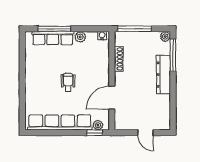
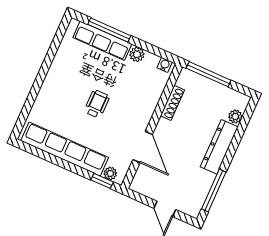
plant: (165, 36) -> (235, 116), moved
window: (173, 55) -> (214, 190), moved
door: (112, 98) -> (143, 147), swing flipped

